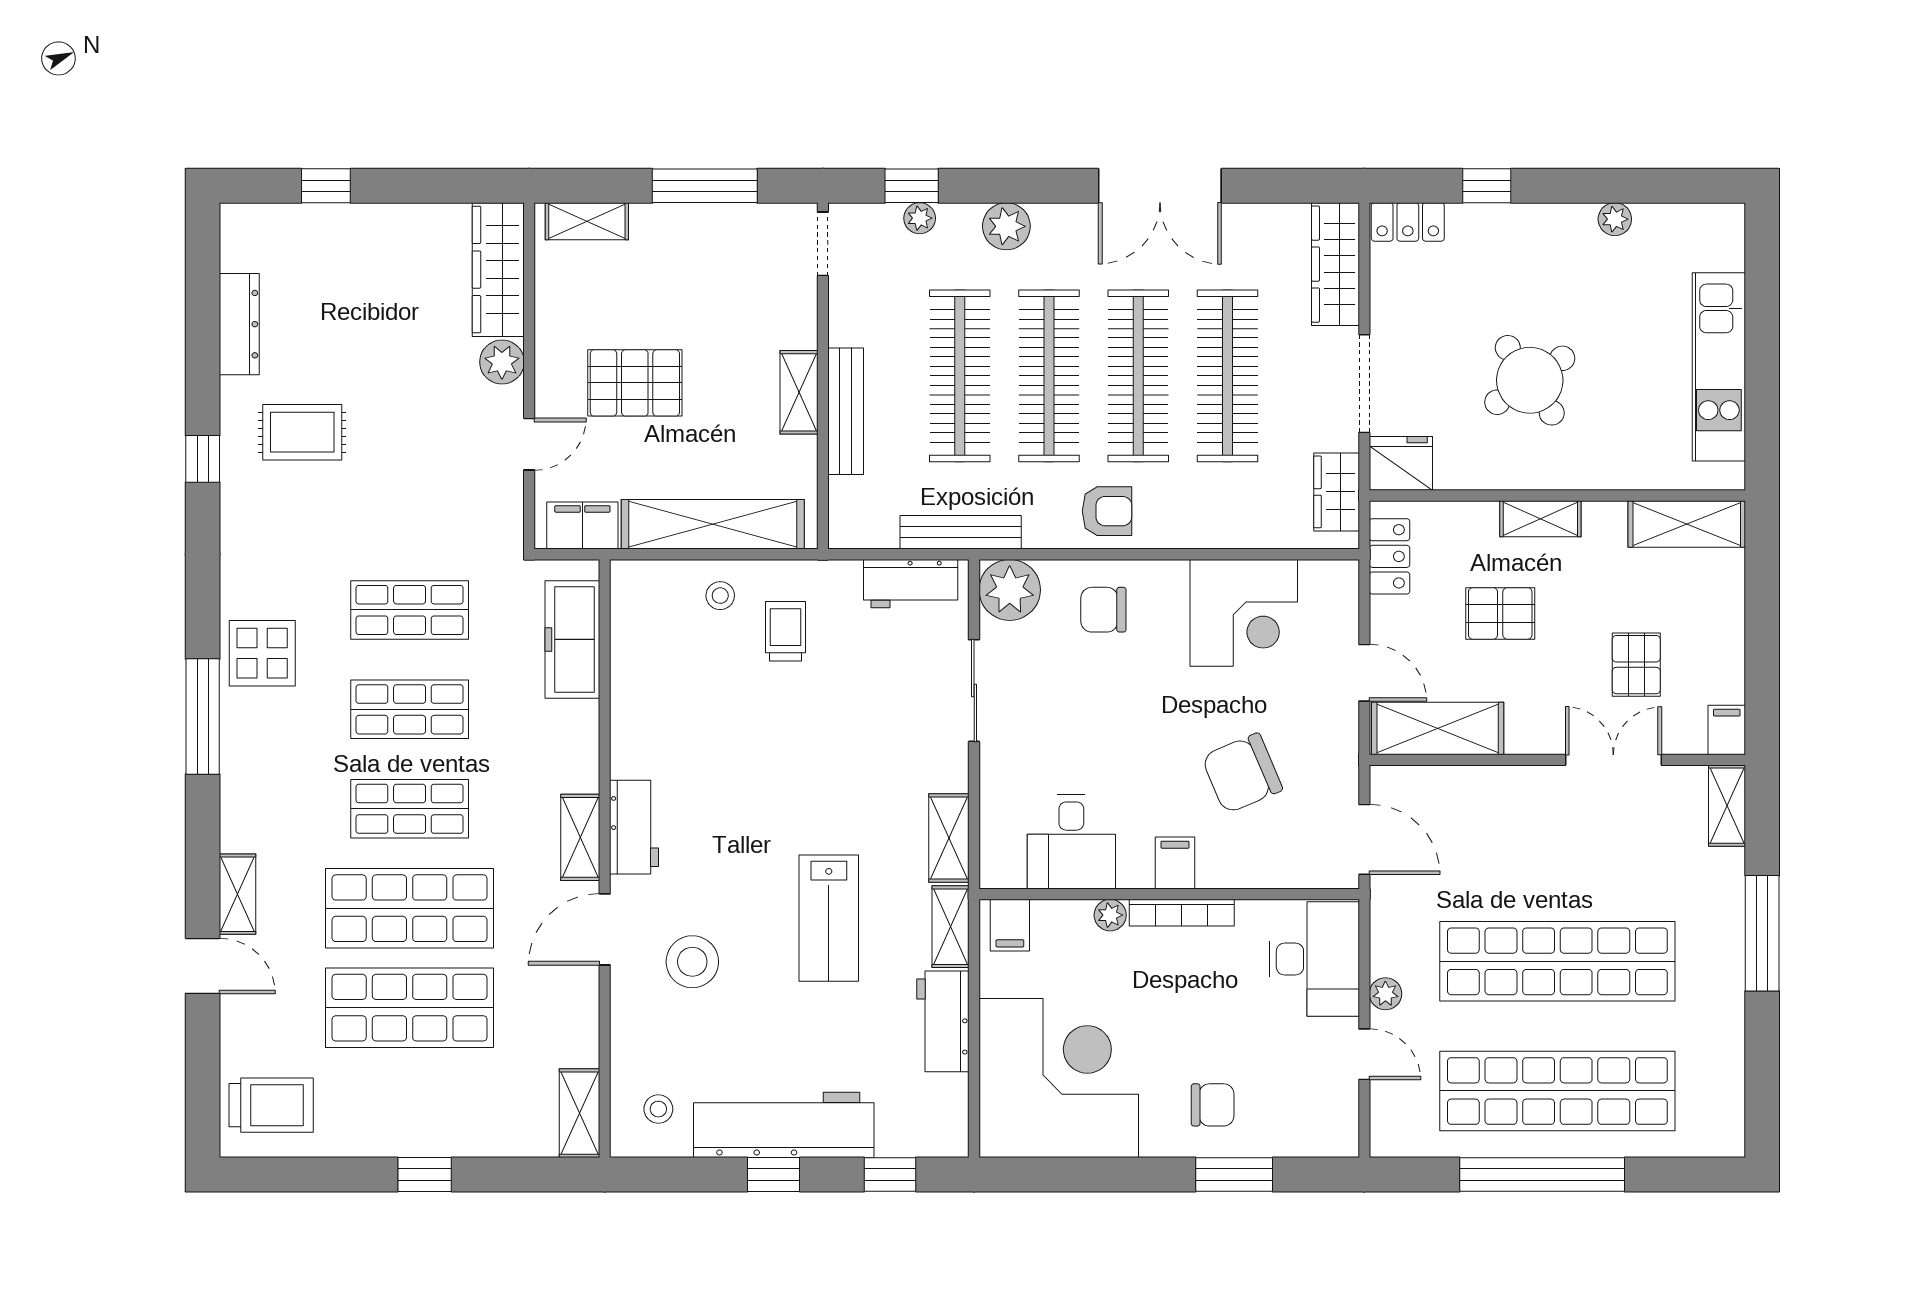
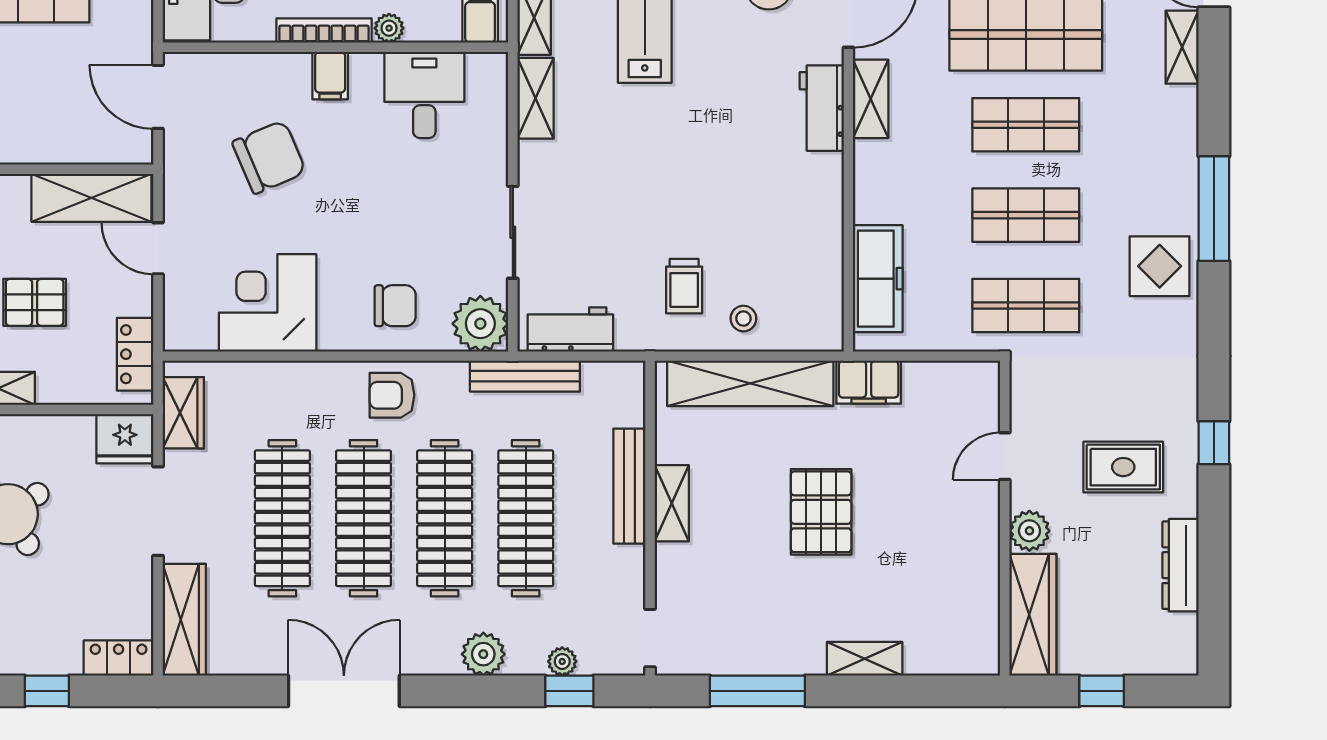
wardrobe: (498, 270) -> (1033, 615), moved
plant: (502, 362) -> (1029, 531), moved
wall: (529, 376) -> (1005, 518), moved
pallet: (635, 383) -> (821, 512), turned 90
door: (529, 444) -> (1005, 456), moved

